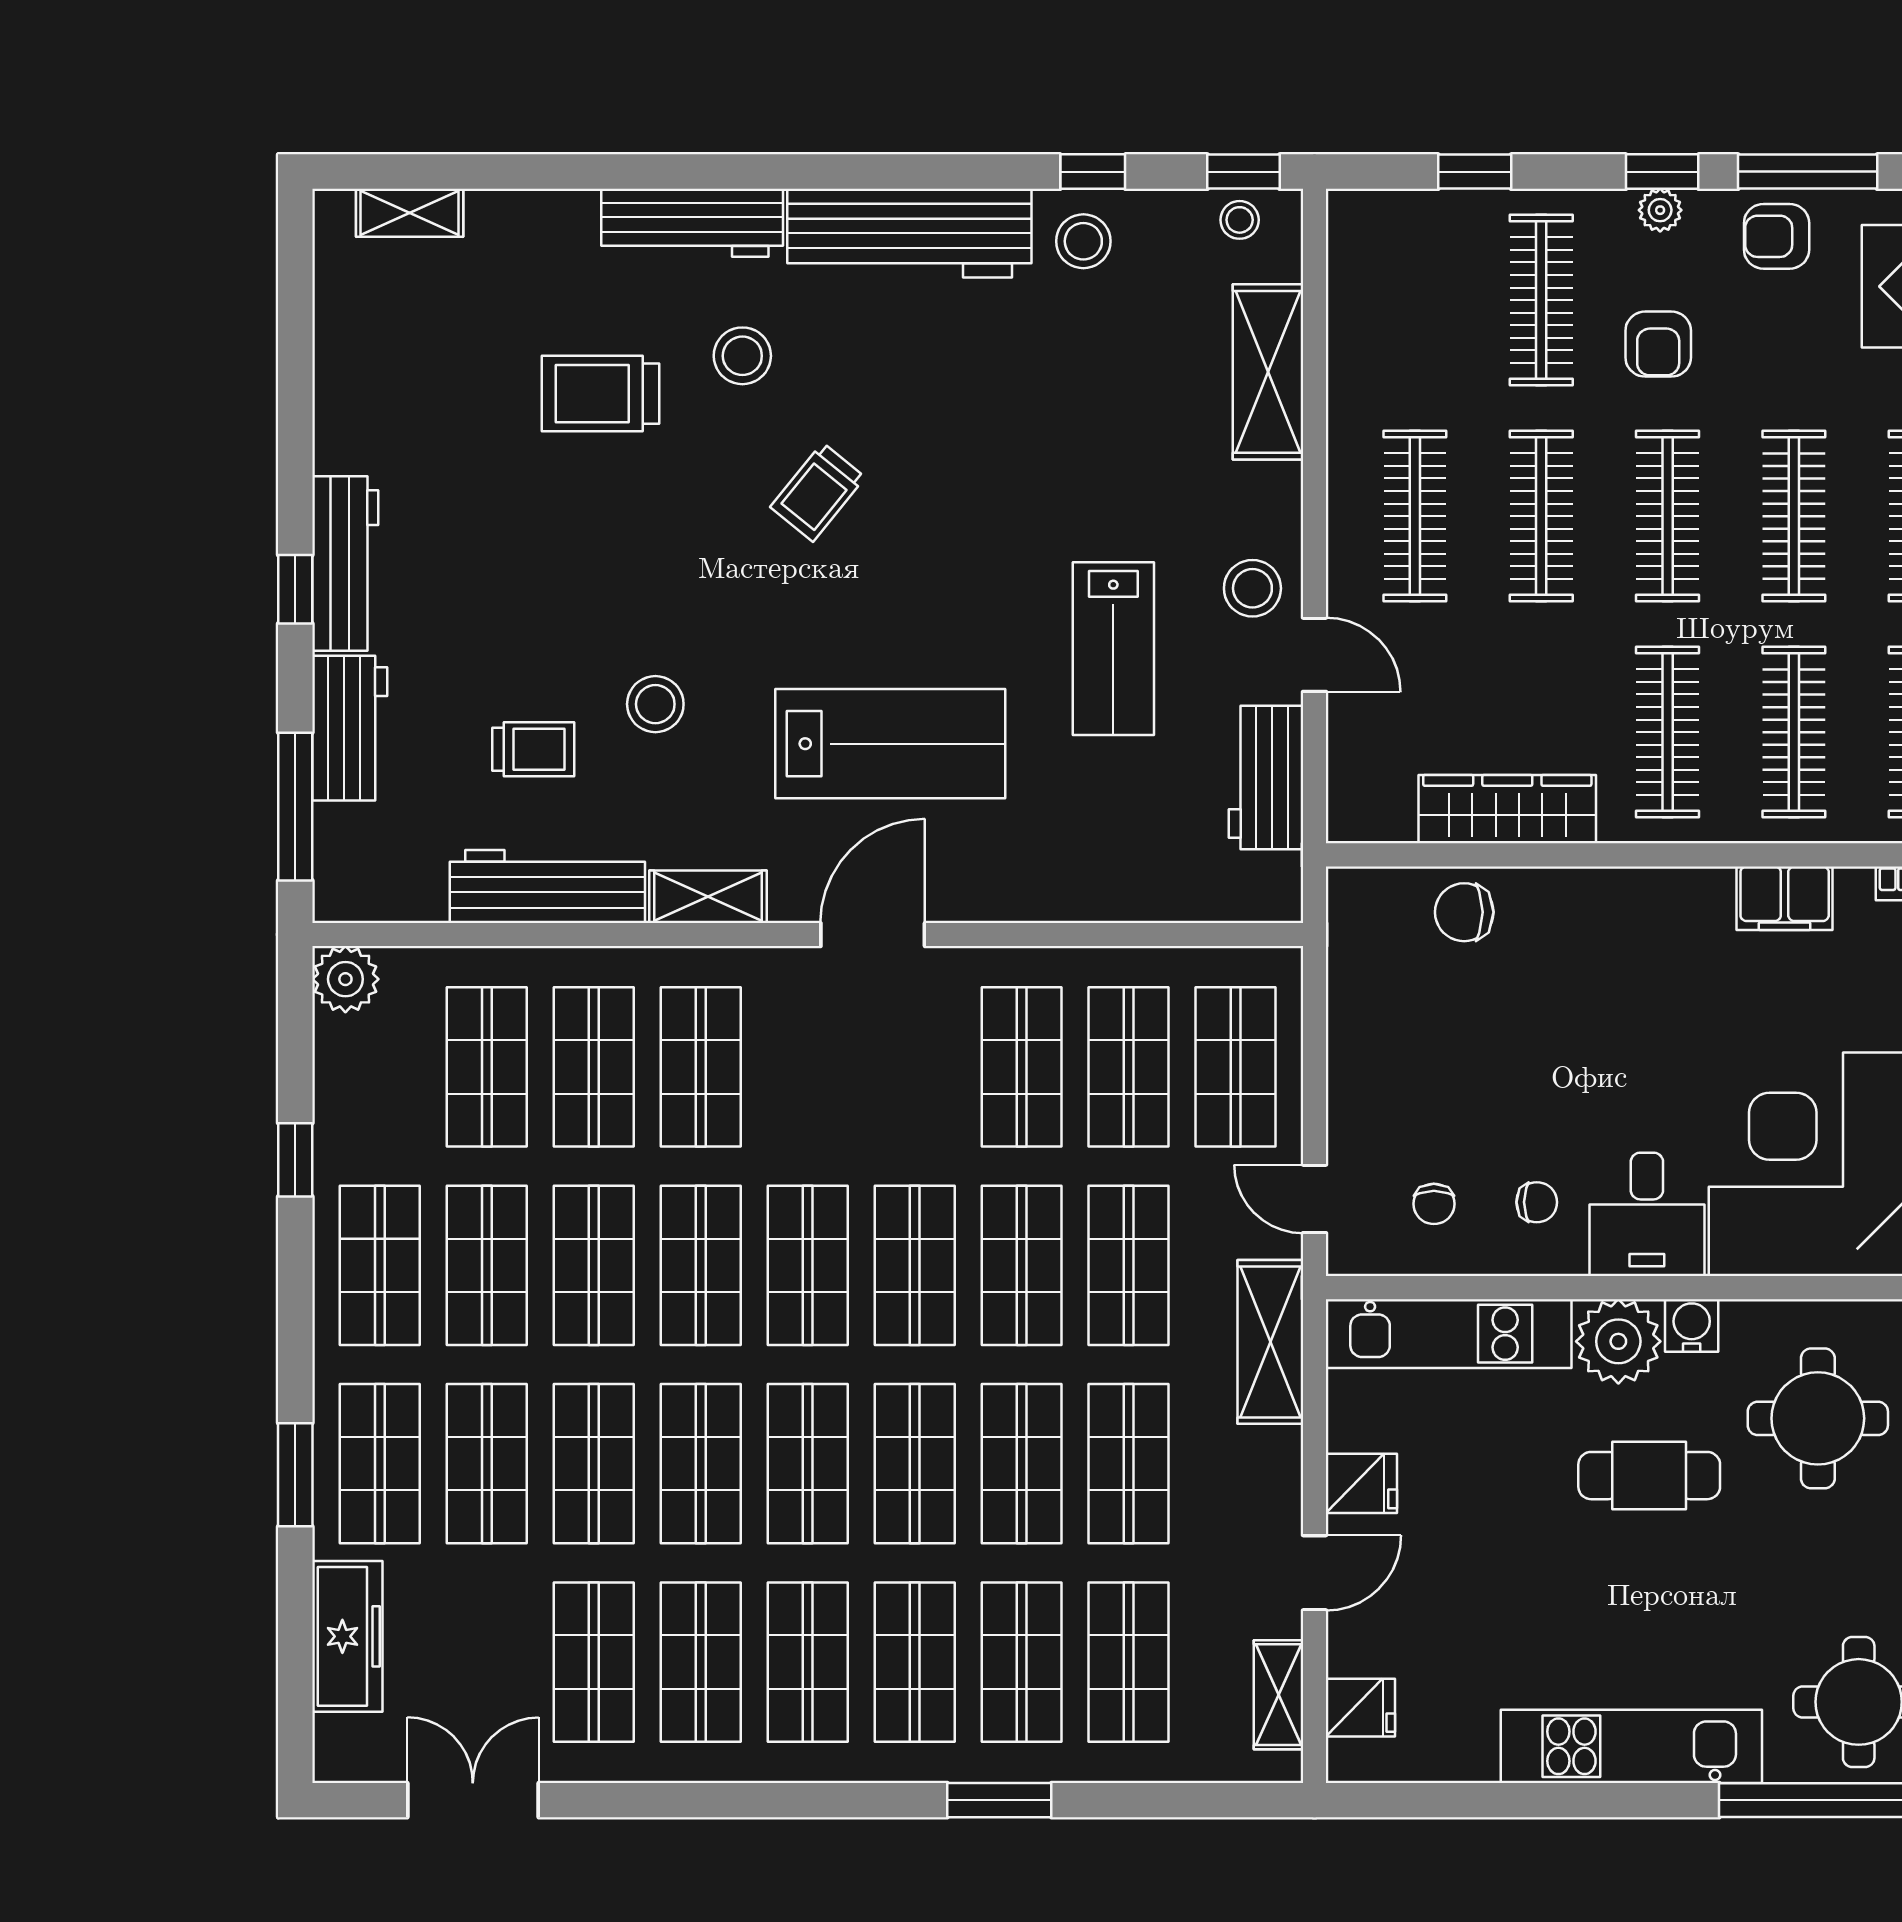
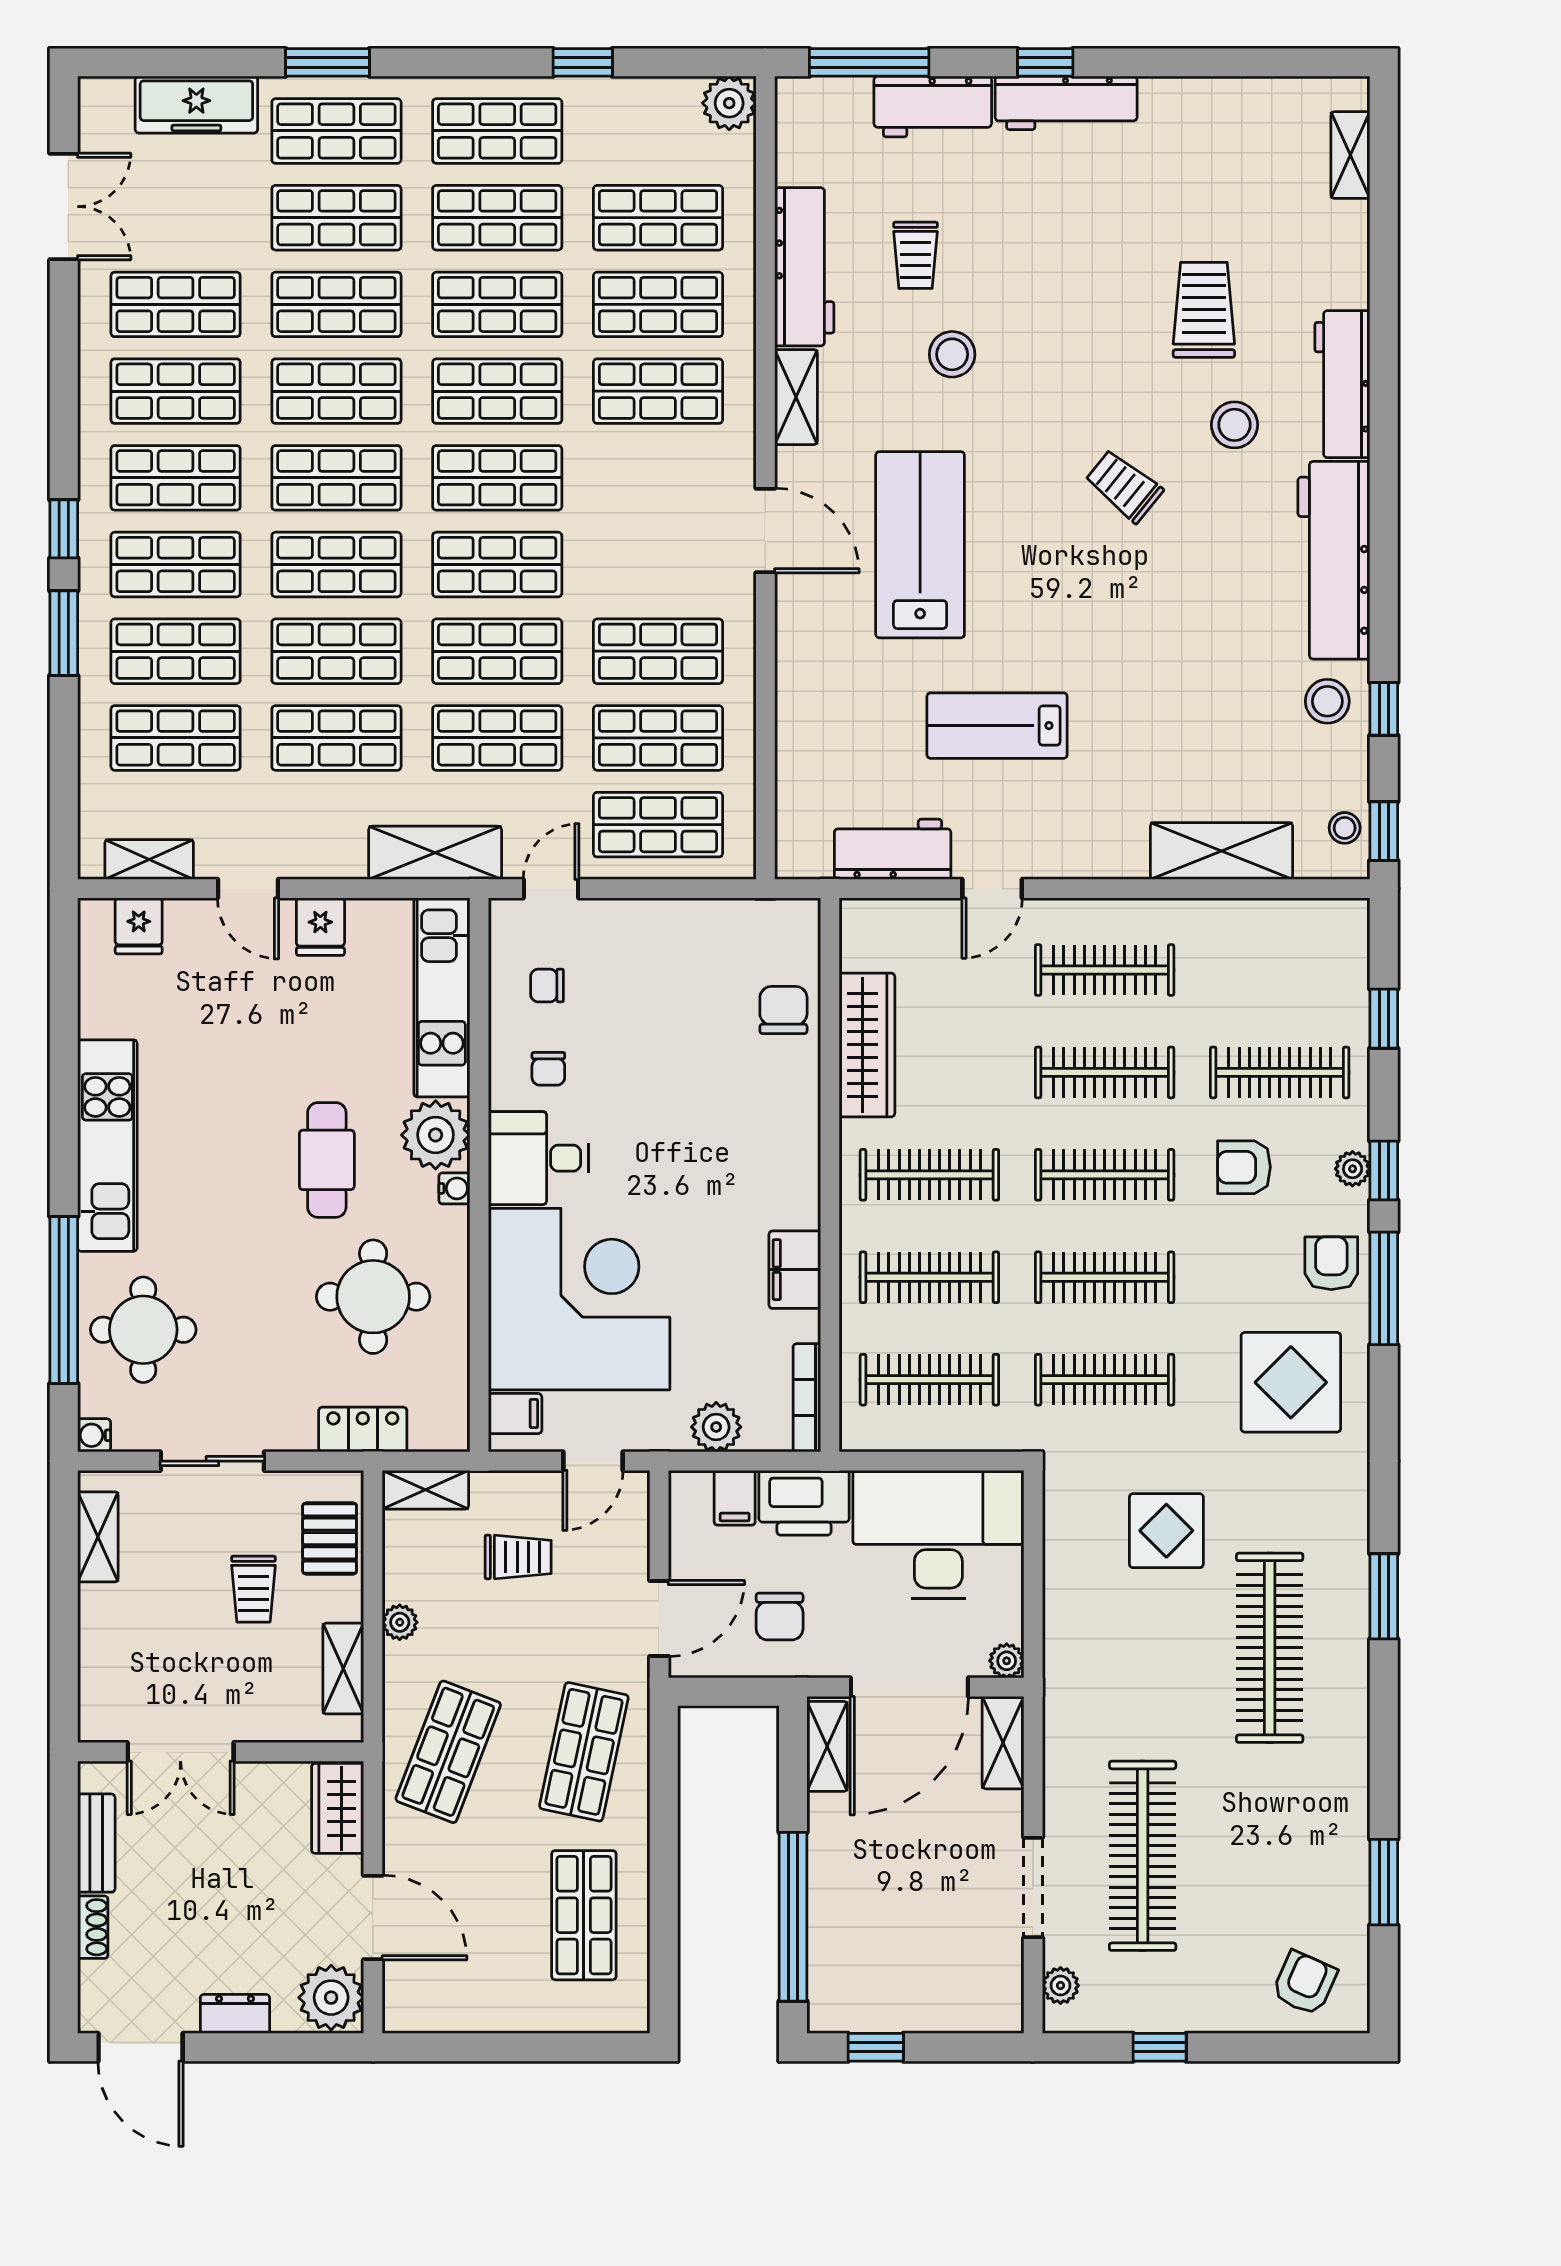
stool: (1252, 588) -> (1046, 838), removed
lab bench: (890, 744) -> (920, 545), turned 180
water cooler: (1692, 1325) -> (454, 1188), width x0.72, depth x0.72
window: (871, 1800) -> (64, 529), added

